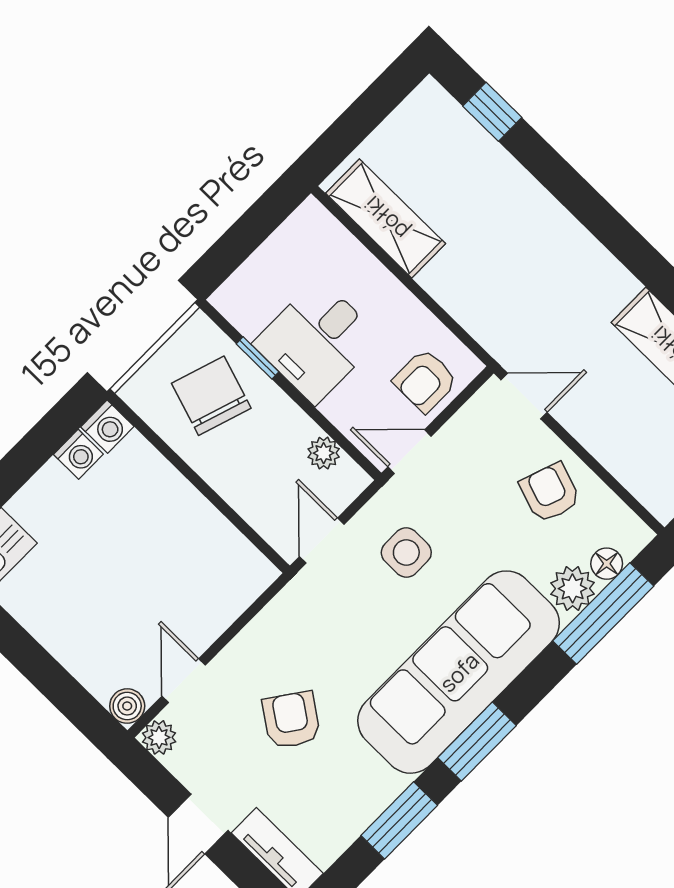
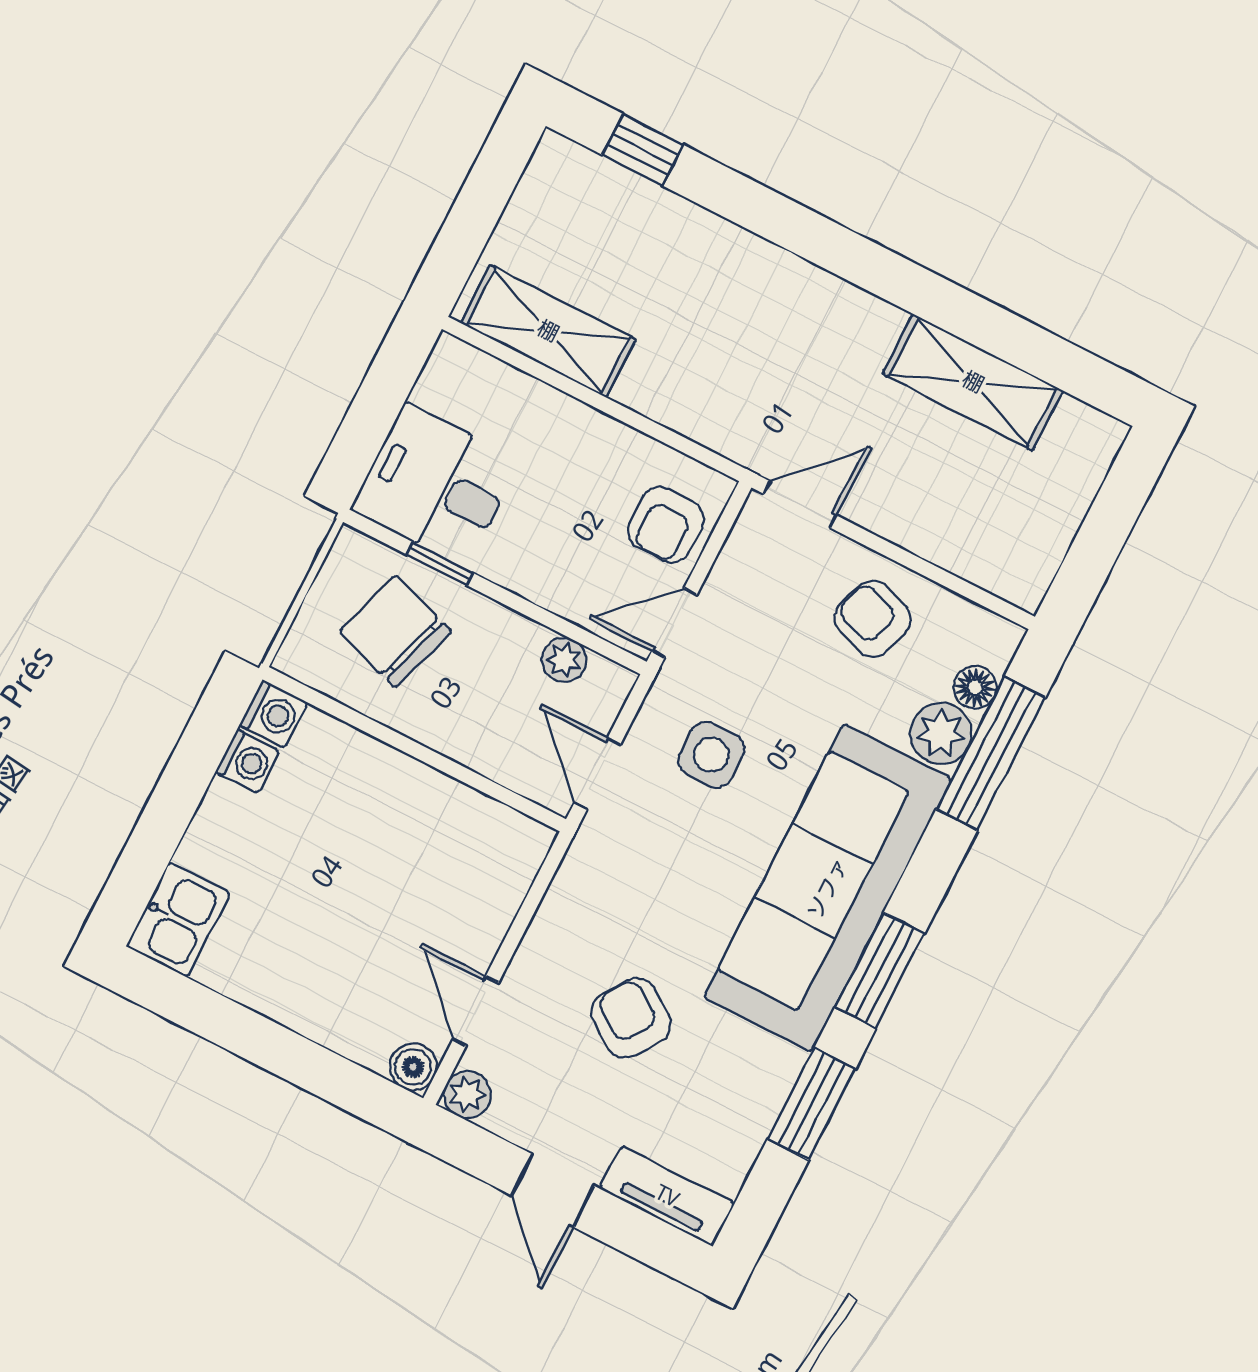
desk: (317, 341) -> (436, 485), moved, turned 90

